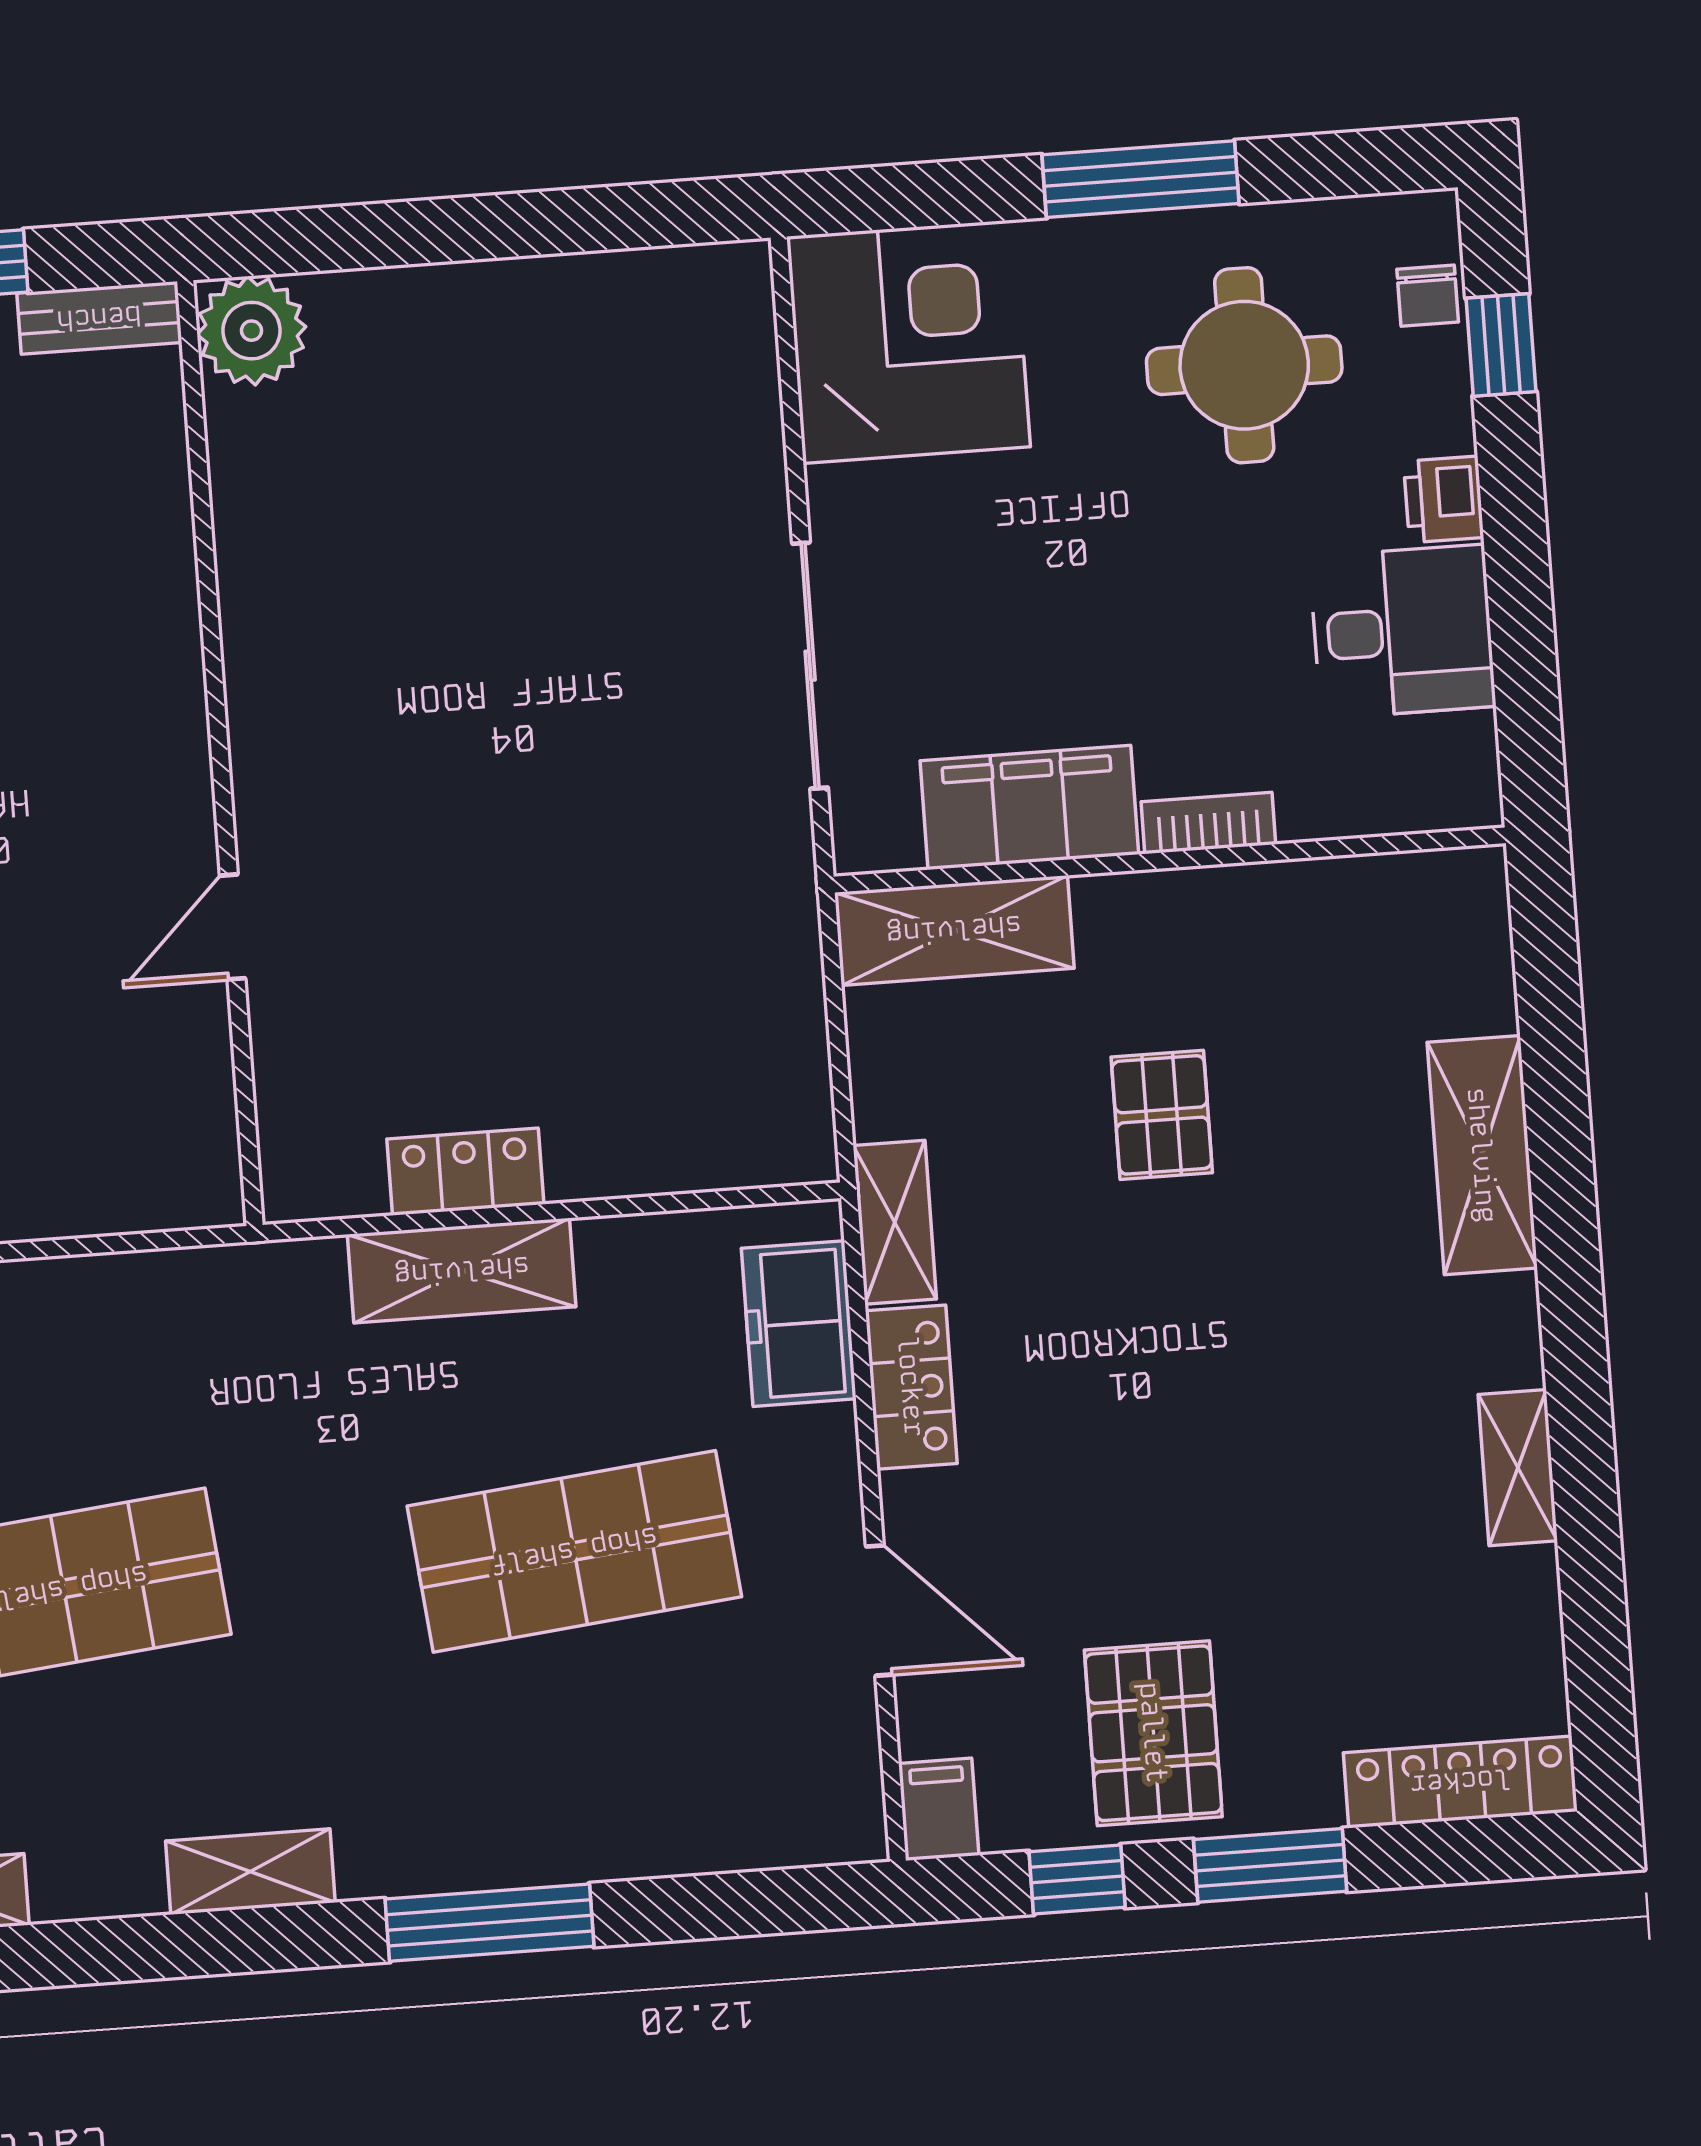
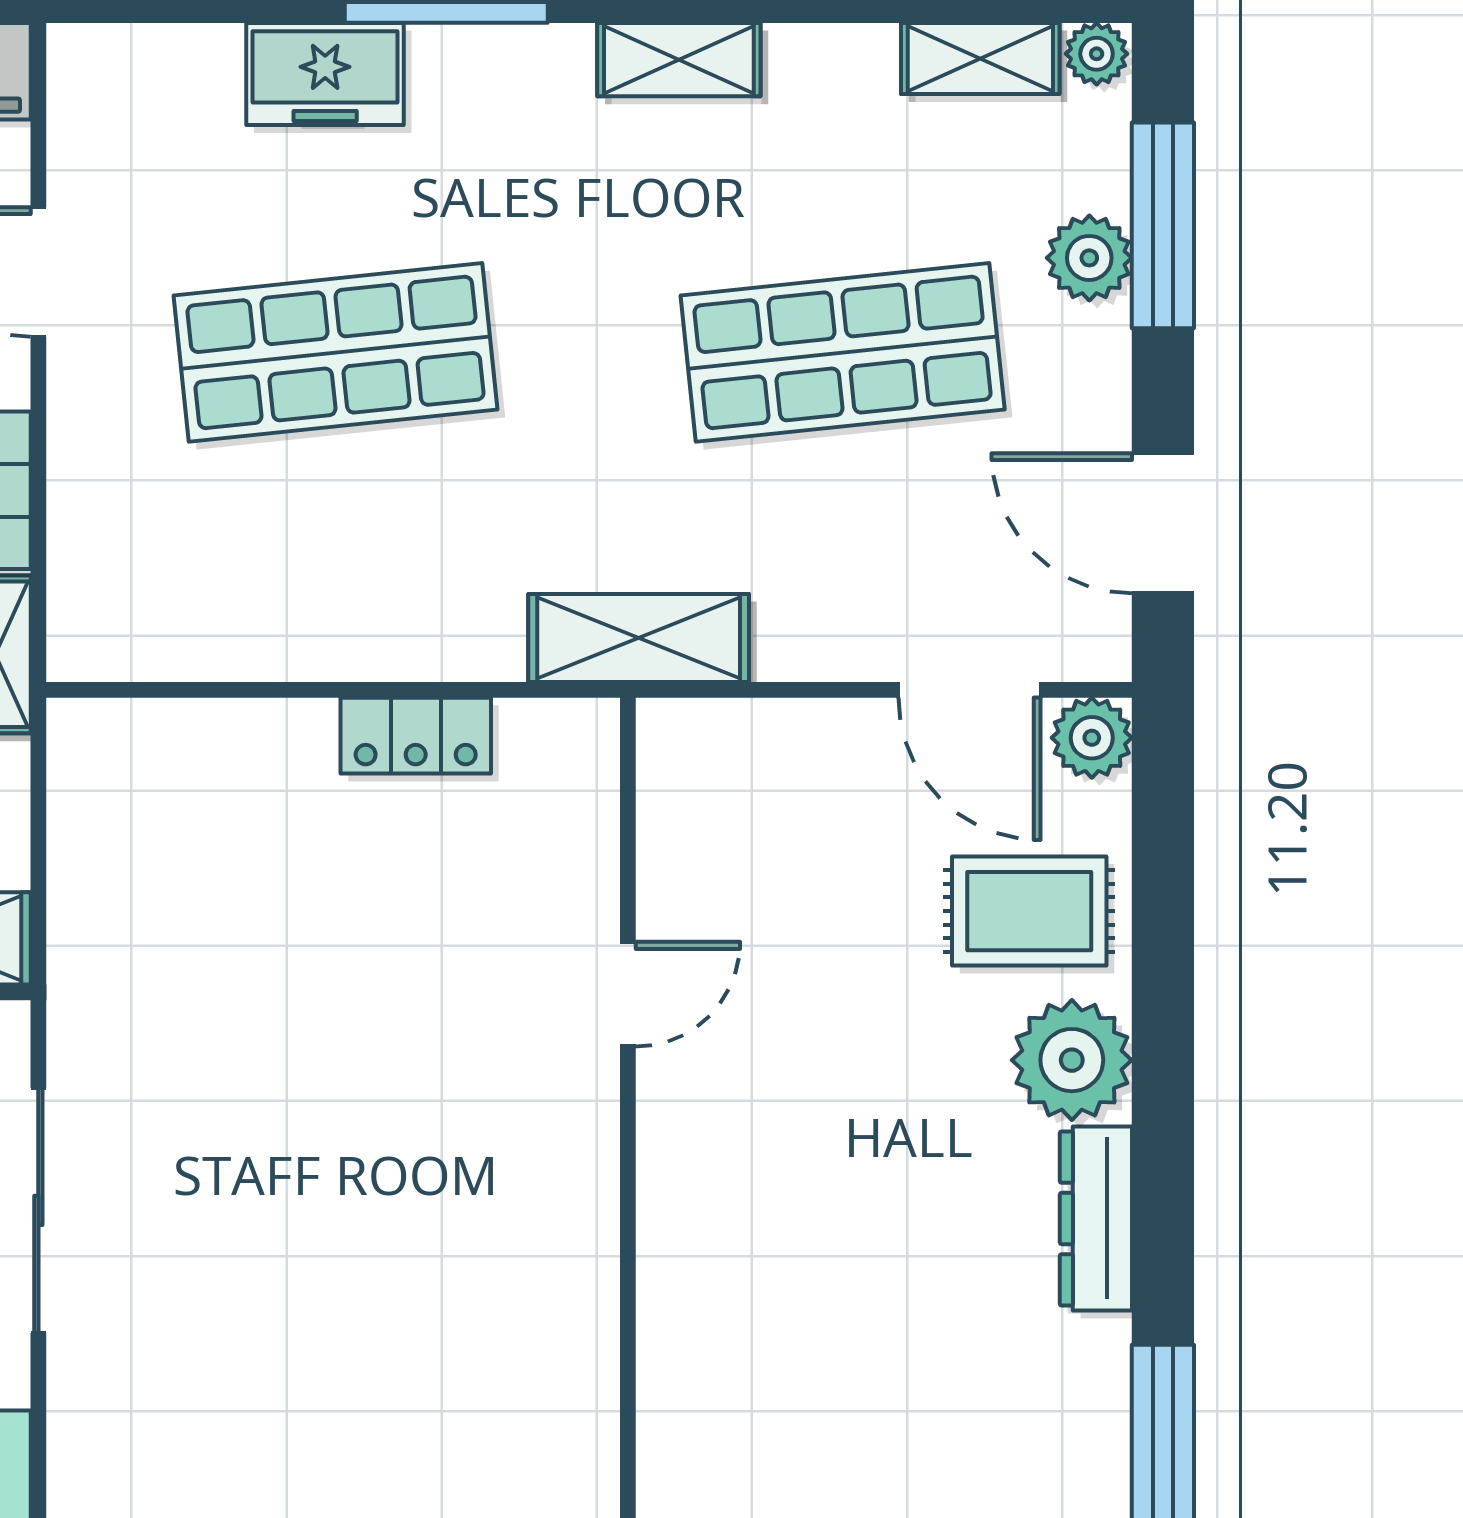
shelving: (462, 1271) -> (639, 638), moved
freezer: (799, 1324) -> (325, 74), moved, turned 90

